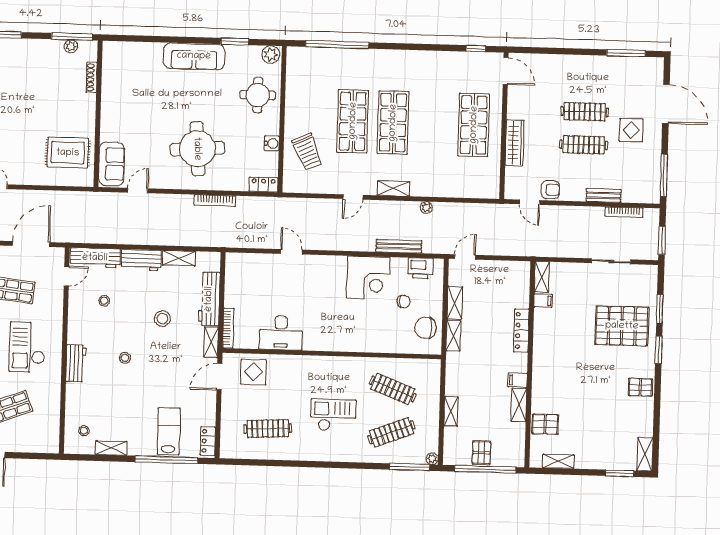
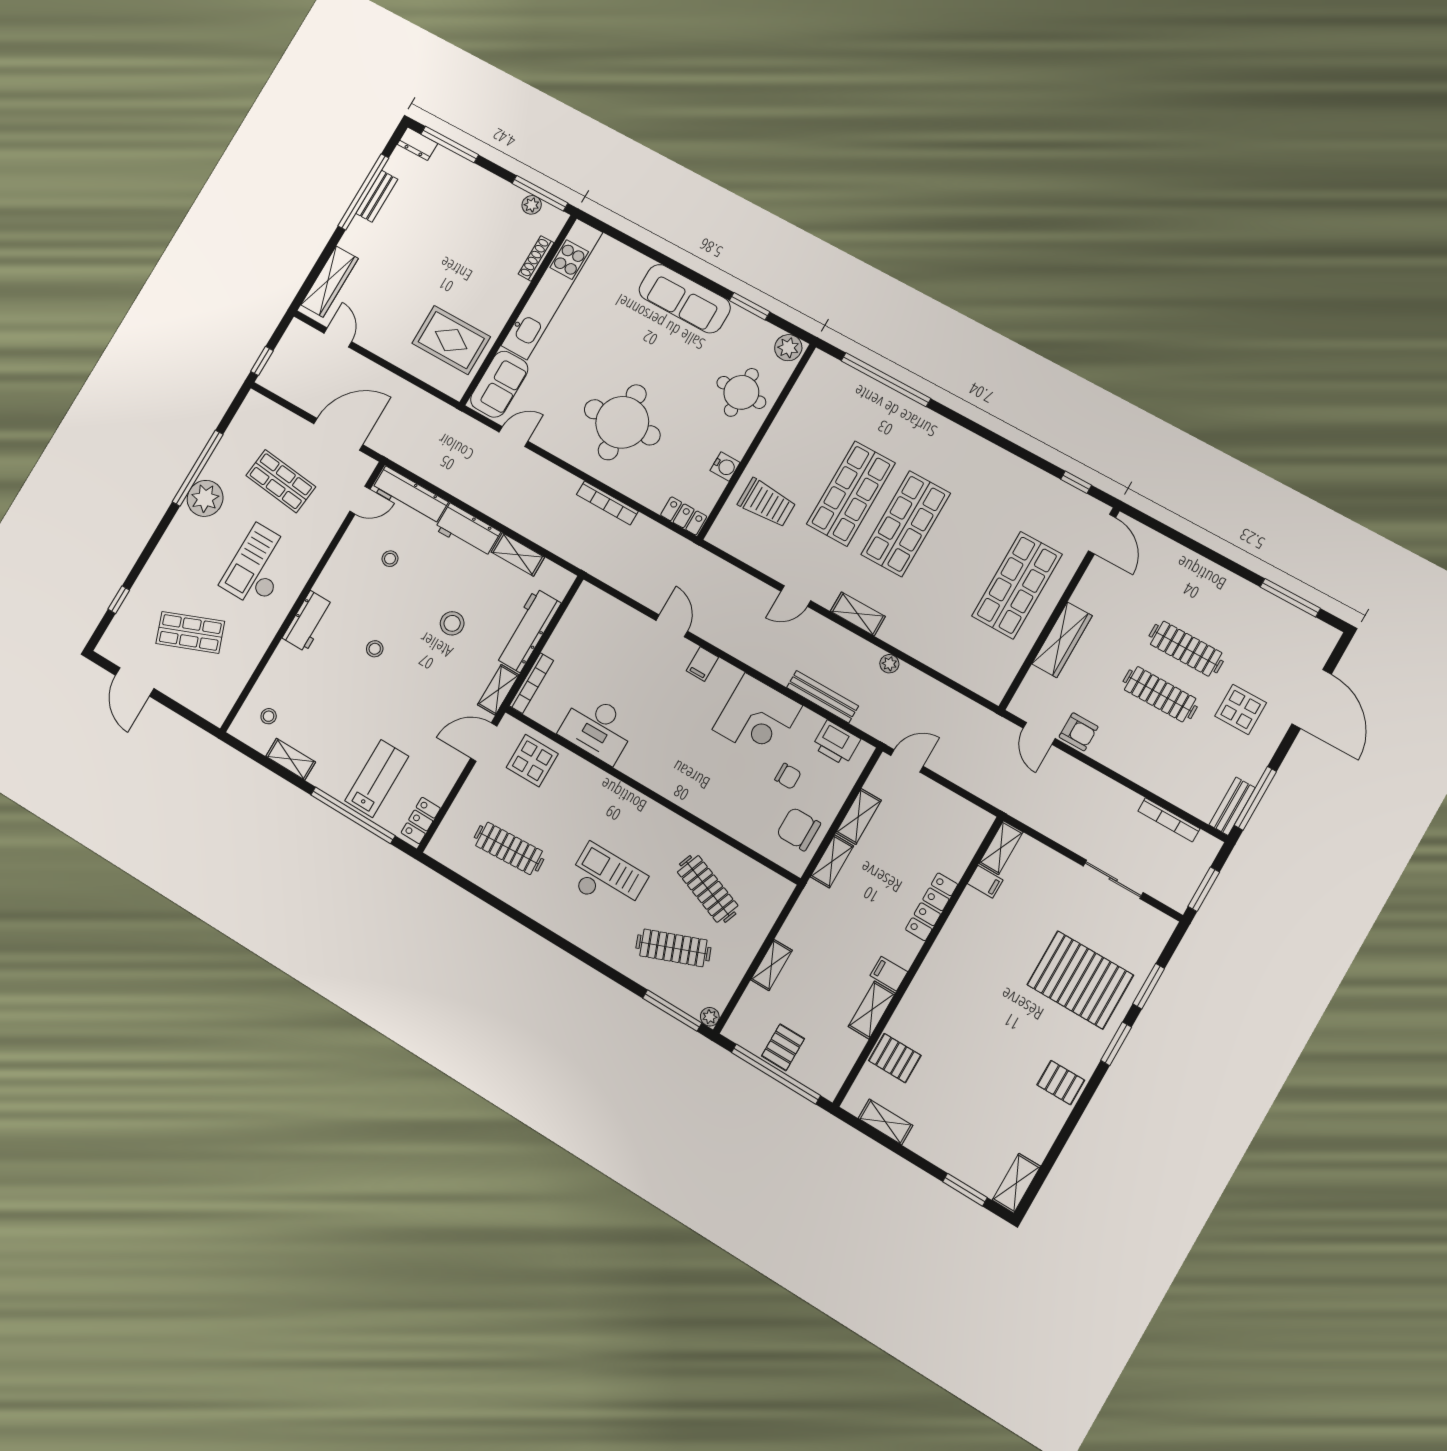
kitchen unit: (111, 91) -> (552, 289), added
trolley: (307, 152) -> (767, 503), turned -66
bench: (604, 195) -> (1232, 806), moved, turned 90
filing cabinet: (321, 264) -> (702, 664), added

